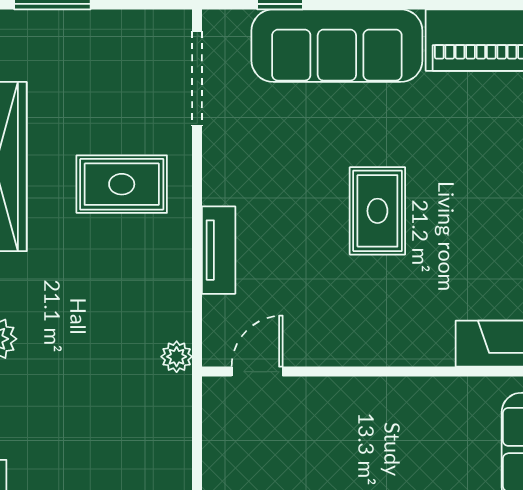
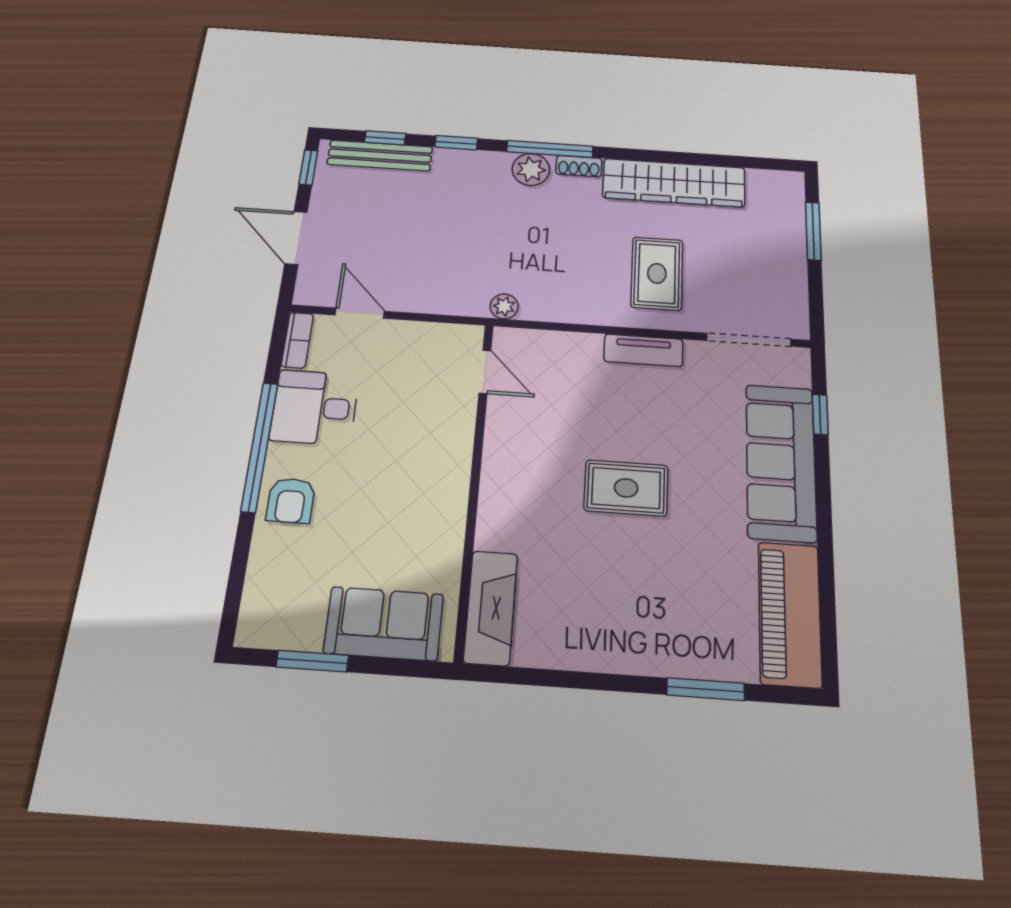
tv unit: (219, 250) -> (644, 350), moved

